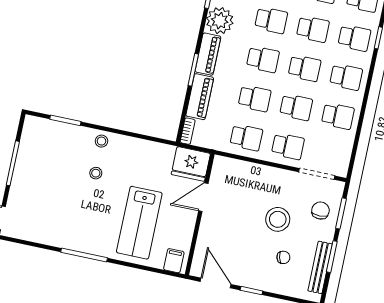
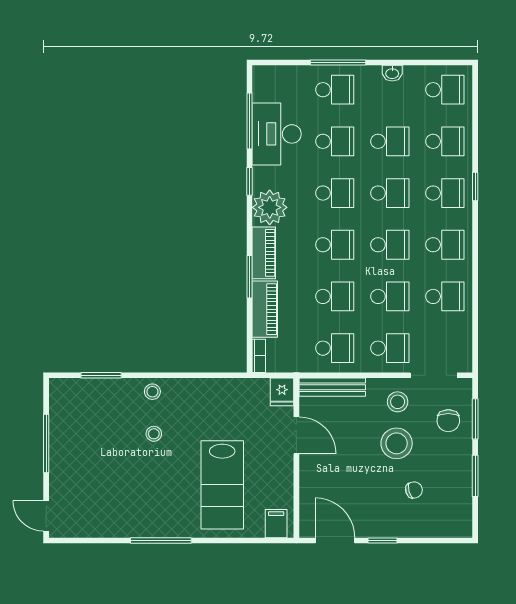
fridge: (191, 164) -> (282, 392), width x0.53, depth x0.75
stool: (285, 188) -> (398, 402), added
door: (203, 197) -> (296, 435), swing flipped
chair: (320, 211) -> (448, 421), turned 180
bench: (320, 267) -> (332, 387), moved, turned 90

